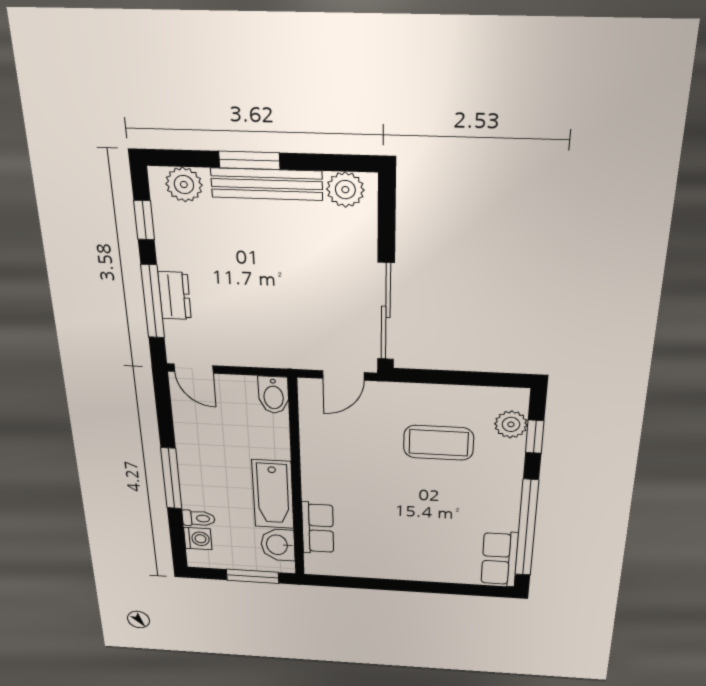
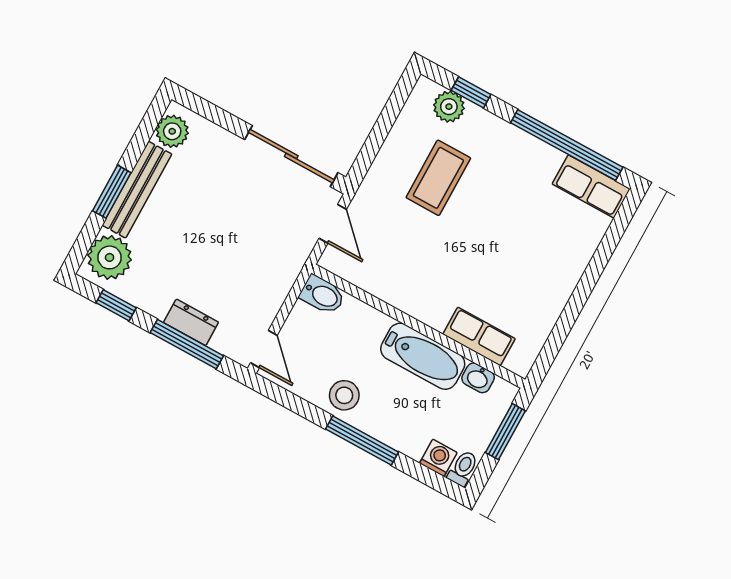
plant: (184, 185) -> (110, 257), width x1.36, depth x1.36
door: (194, 369) -> (264, 349), hinge flipped
stool: (199, 449) -> (344, 395), added
toilet: (199, 518) -> (463, 468), moved
washbasin: (278, 545) -> (478, 378), width x0.72, depth x0.69

